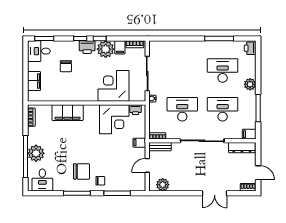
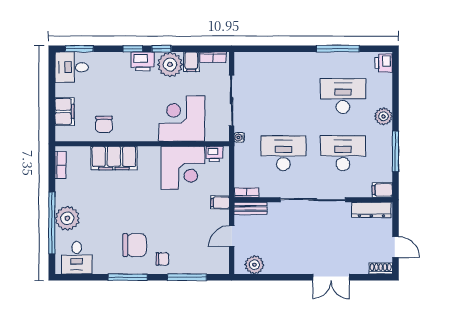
chair: (66, 66) -> (104, 124), moved

